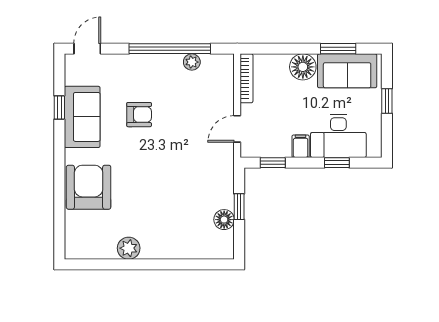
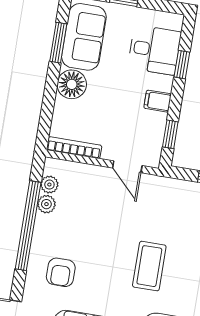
plant: (210, 62) -> (49, 185), added
armchair: (139, 115) -> (61, 272), moved, turned 180
desk: (338, 136) -> (154, 50), width x0.73
coffee table: (152, 163) -> (149, 266), added

